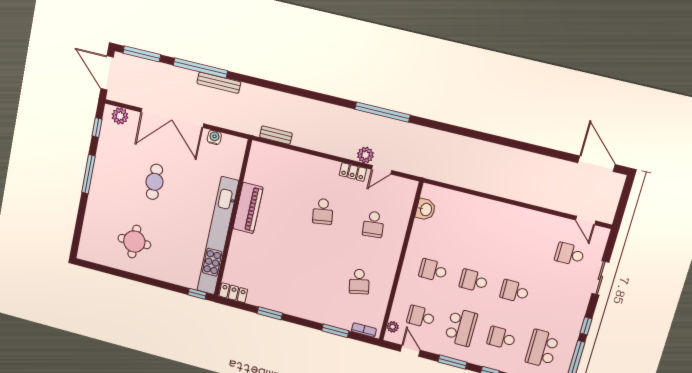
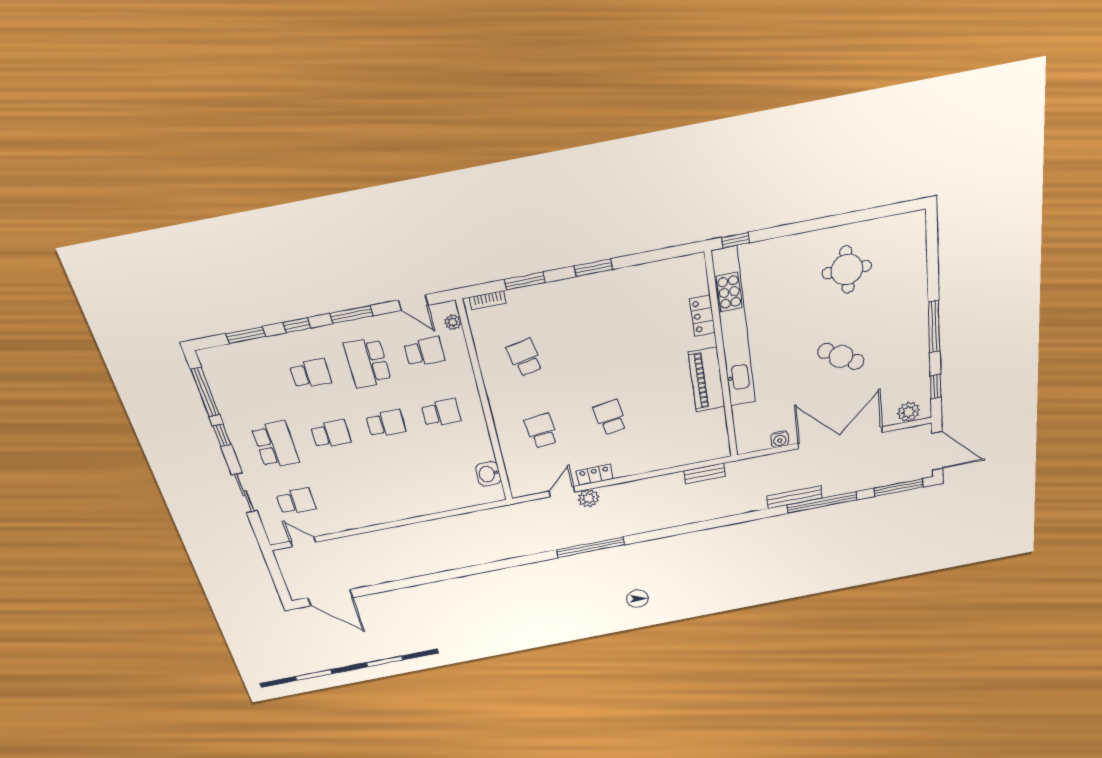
cafe table: (154, 182) -> (841, 356), turned -57
locker: (233, 293) -> (702, 316), moved, turned 90
window: (270, 313) -> (594, 268), moved
school desk: (542, 349) -> (275, 445), moved

